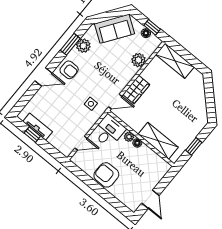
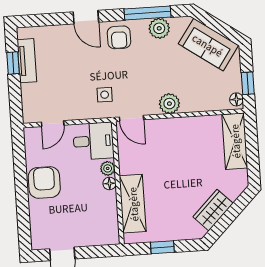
floor lamp: (146, 33) -> (236, 99), moved
window: (70, 44) -> (147, 13), width x1.44
plant: (138, 60) -> (169, 104), moved
wardrobe: (136, 90) -> (213, 210), moved, turned 135
door: (81, 143) -> (53, 124), hinge flipped

